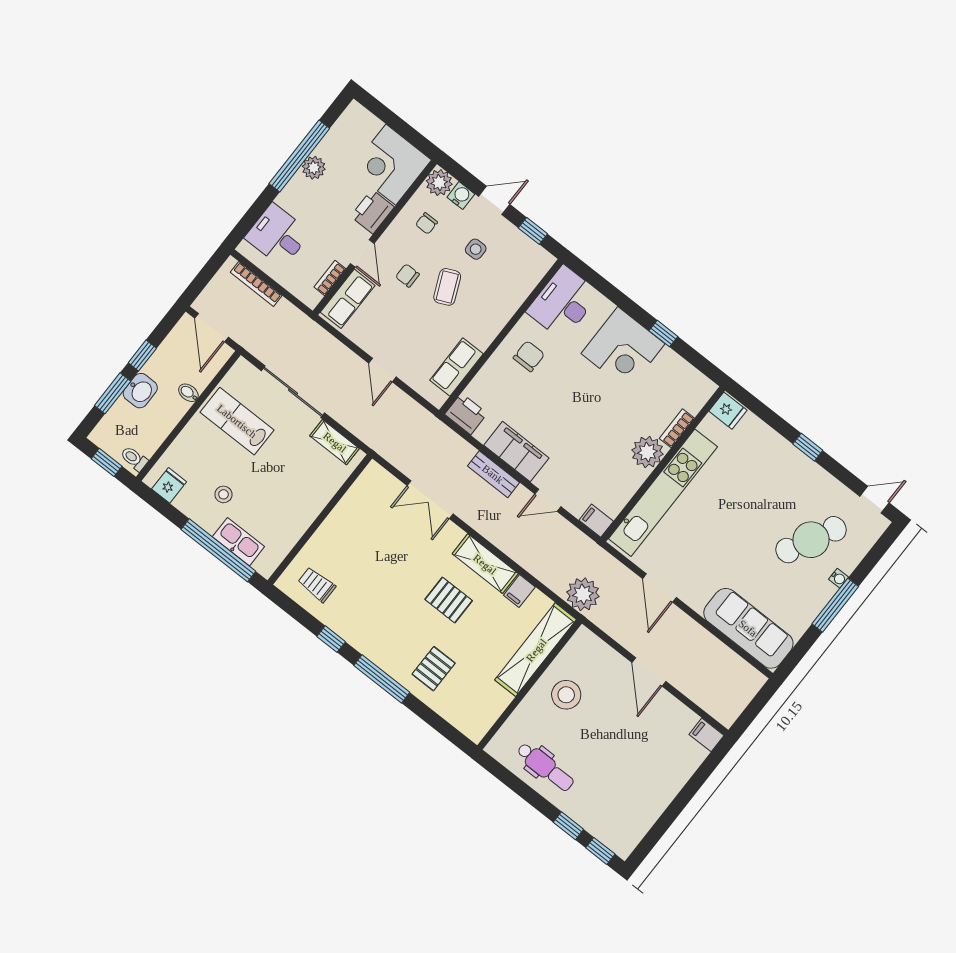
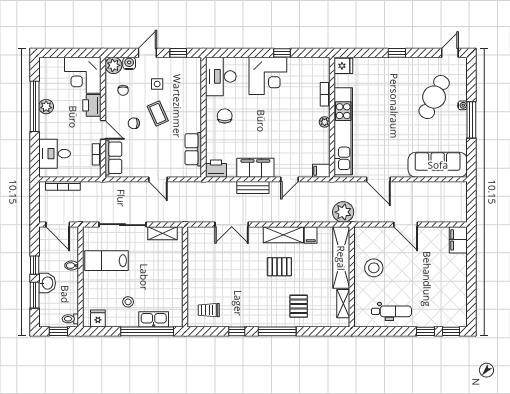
plant: (647, 452) -> (325, 122), width x0.53, depth x0.53
shelving: (492, 710) -> (343, 304), added
filing cabinet: (706, 735) -> (458, 240), width x2.00

